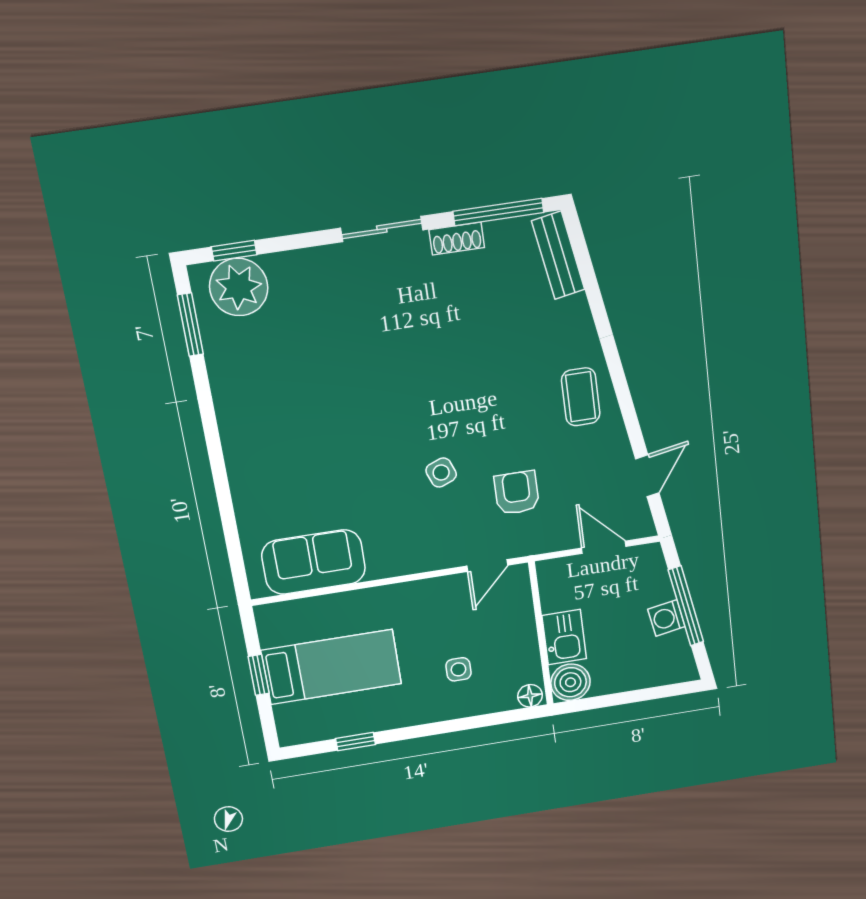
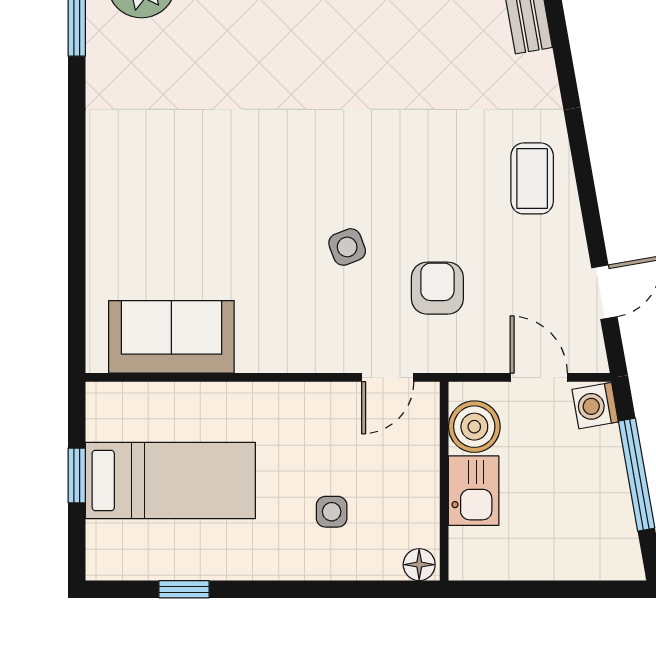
washing machine: (666, 618) -> (595, 406), moved
boiler: (570, 682) -> (474, 427), moved

